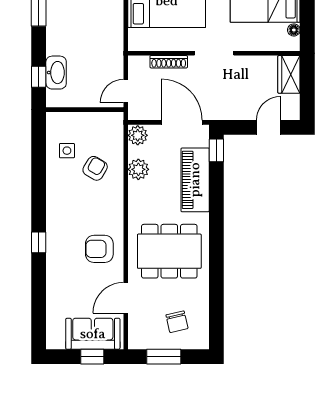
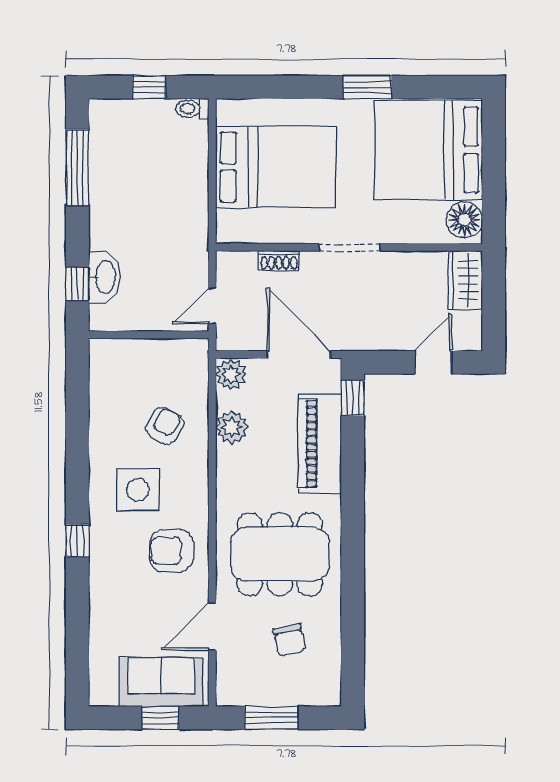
floor lamp: (294, 30) -> (464, 220), width x1.89, depth x1.89
shoe rack: (169, 62) -> (279, 261), width x0.70
side table: (67, 151) -> (138, 490), moved, width x1.87, depth x1.87
chair: (177, 322) -> (290, 640), moved

